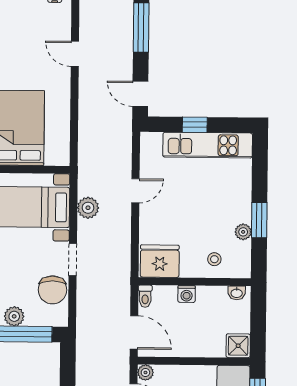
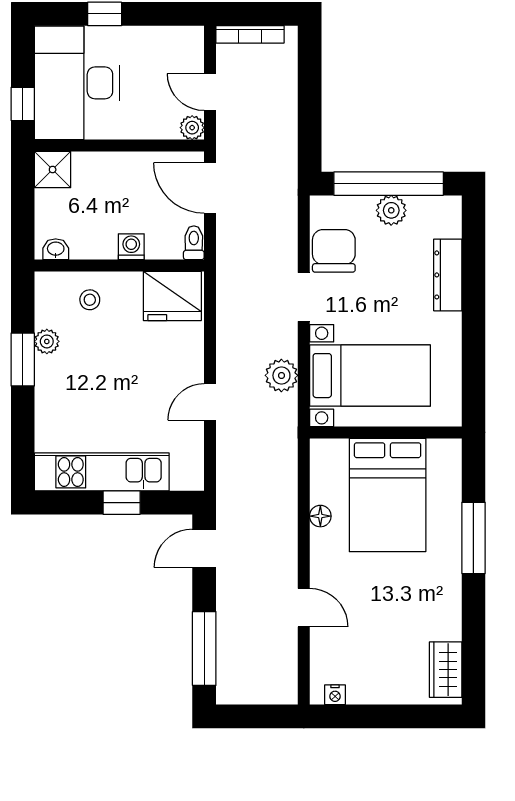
door: (140, 94) -> (204, 548), swing flipped
floor lamp: (63, 114) -> (320, 516), added

